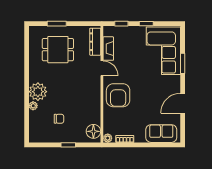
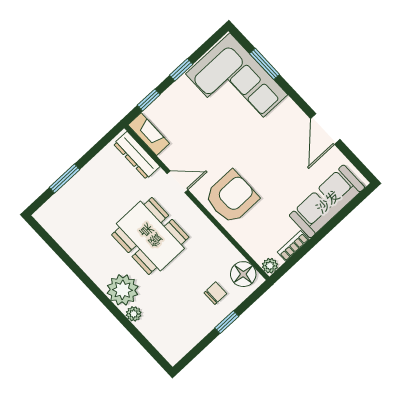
fireplace: (108, 49) -> (149, 134), moved
dining table: (58, 50) -> (150, 236), moved, width x1.37
window: (183, 63) -> (265, 64), moved
armchair: (118, 95) -> (232, 197), turned -90
chair: (59, 119) -> (215, 293), moved
sofa: (161, 134) -> (327, 201), width x1.36

